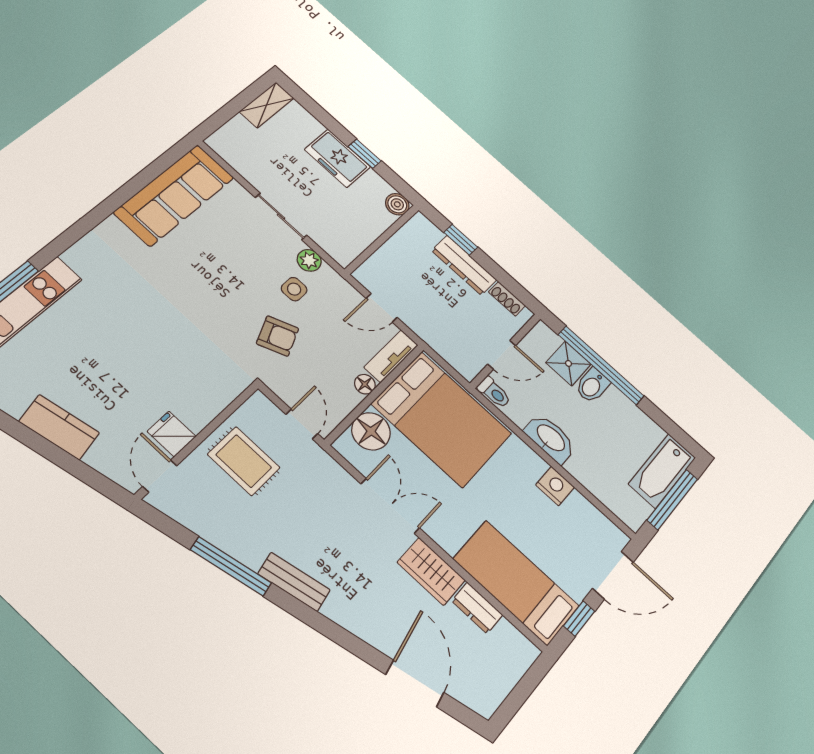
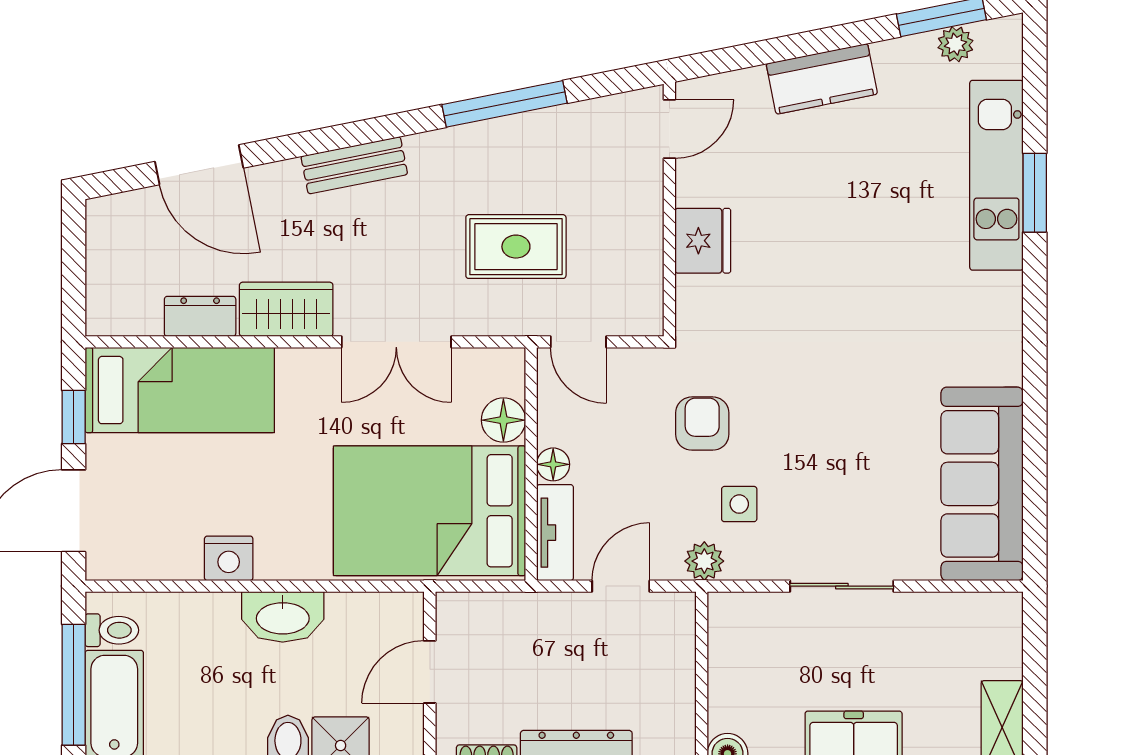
plant: (309, 260) -> (704, 561), moved
armchair: (278, 336) -> (702, 424), turned 113
toilet: (494, 392) -> (112, 630), moved, turned 180
floor lamp: (371, 431) -> (503, 420), width x0.73, depth x0.73
fridge: (172, 434) -> (703, 241), moved, width x1.38
rug: (244, 461) -> (516, 247), moved
door: (160, 476) -> (669, 129), hinge flipped
bench: (294, 582) -> (354, 165), moved

